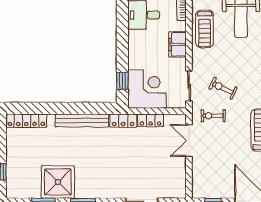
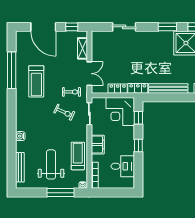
window: (122, 43) -> (138, 145), added
shelving: (198, 175) -> (82, 48), added

